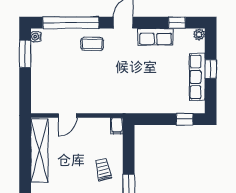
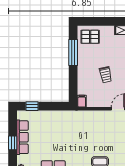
trolley: (103, 170) -> (106, 75), moved

